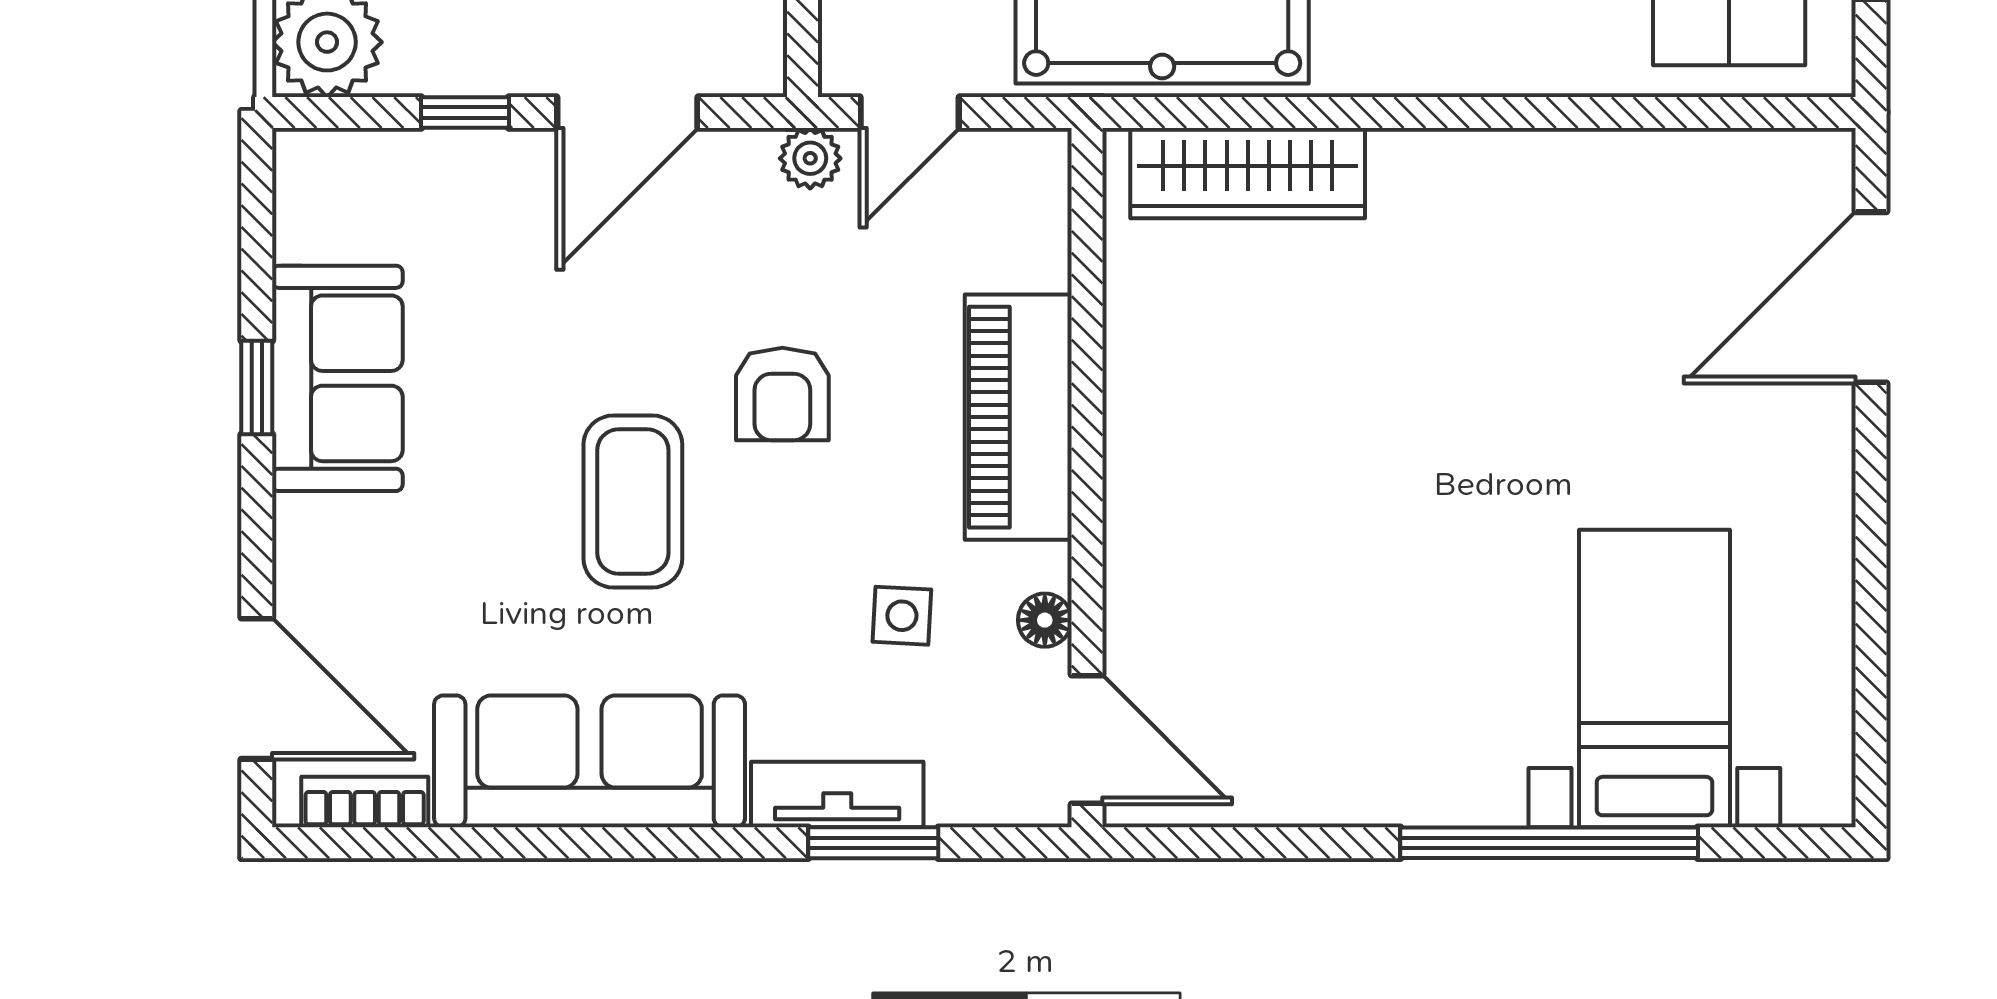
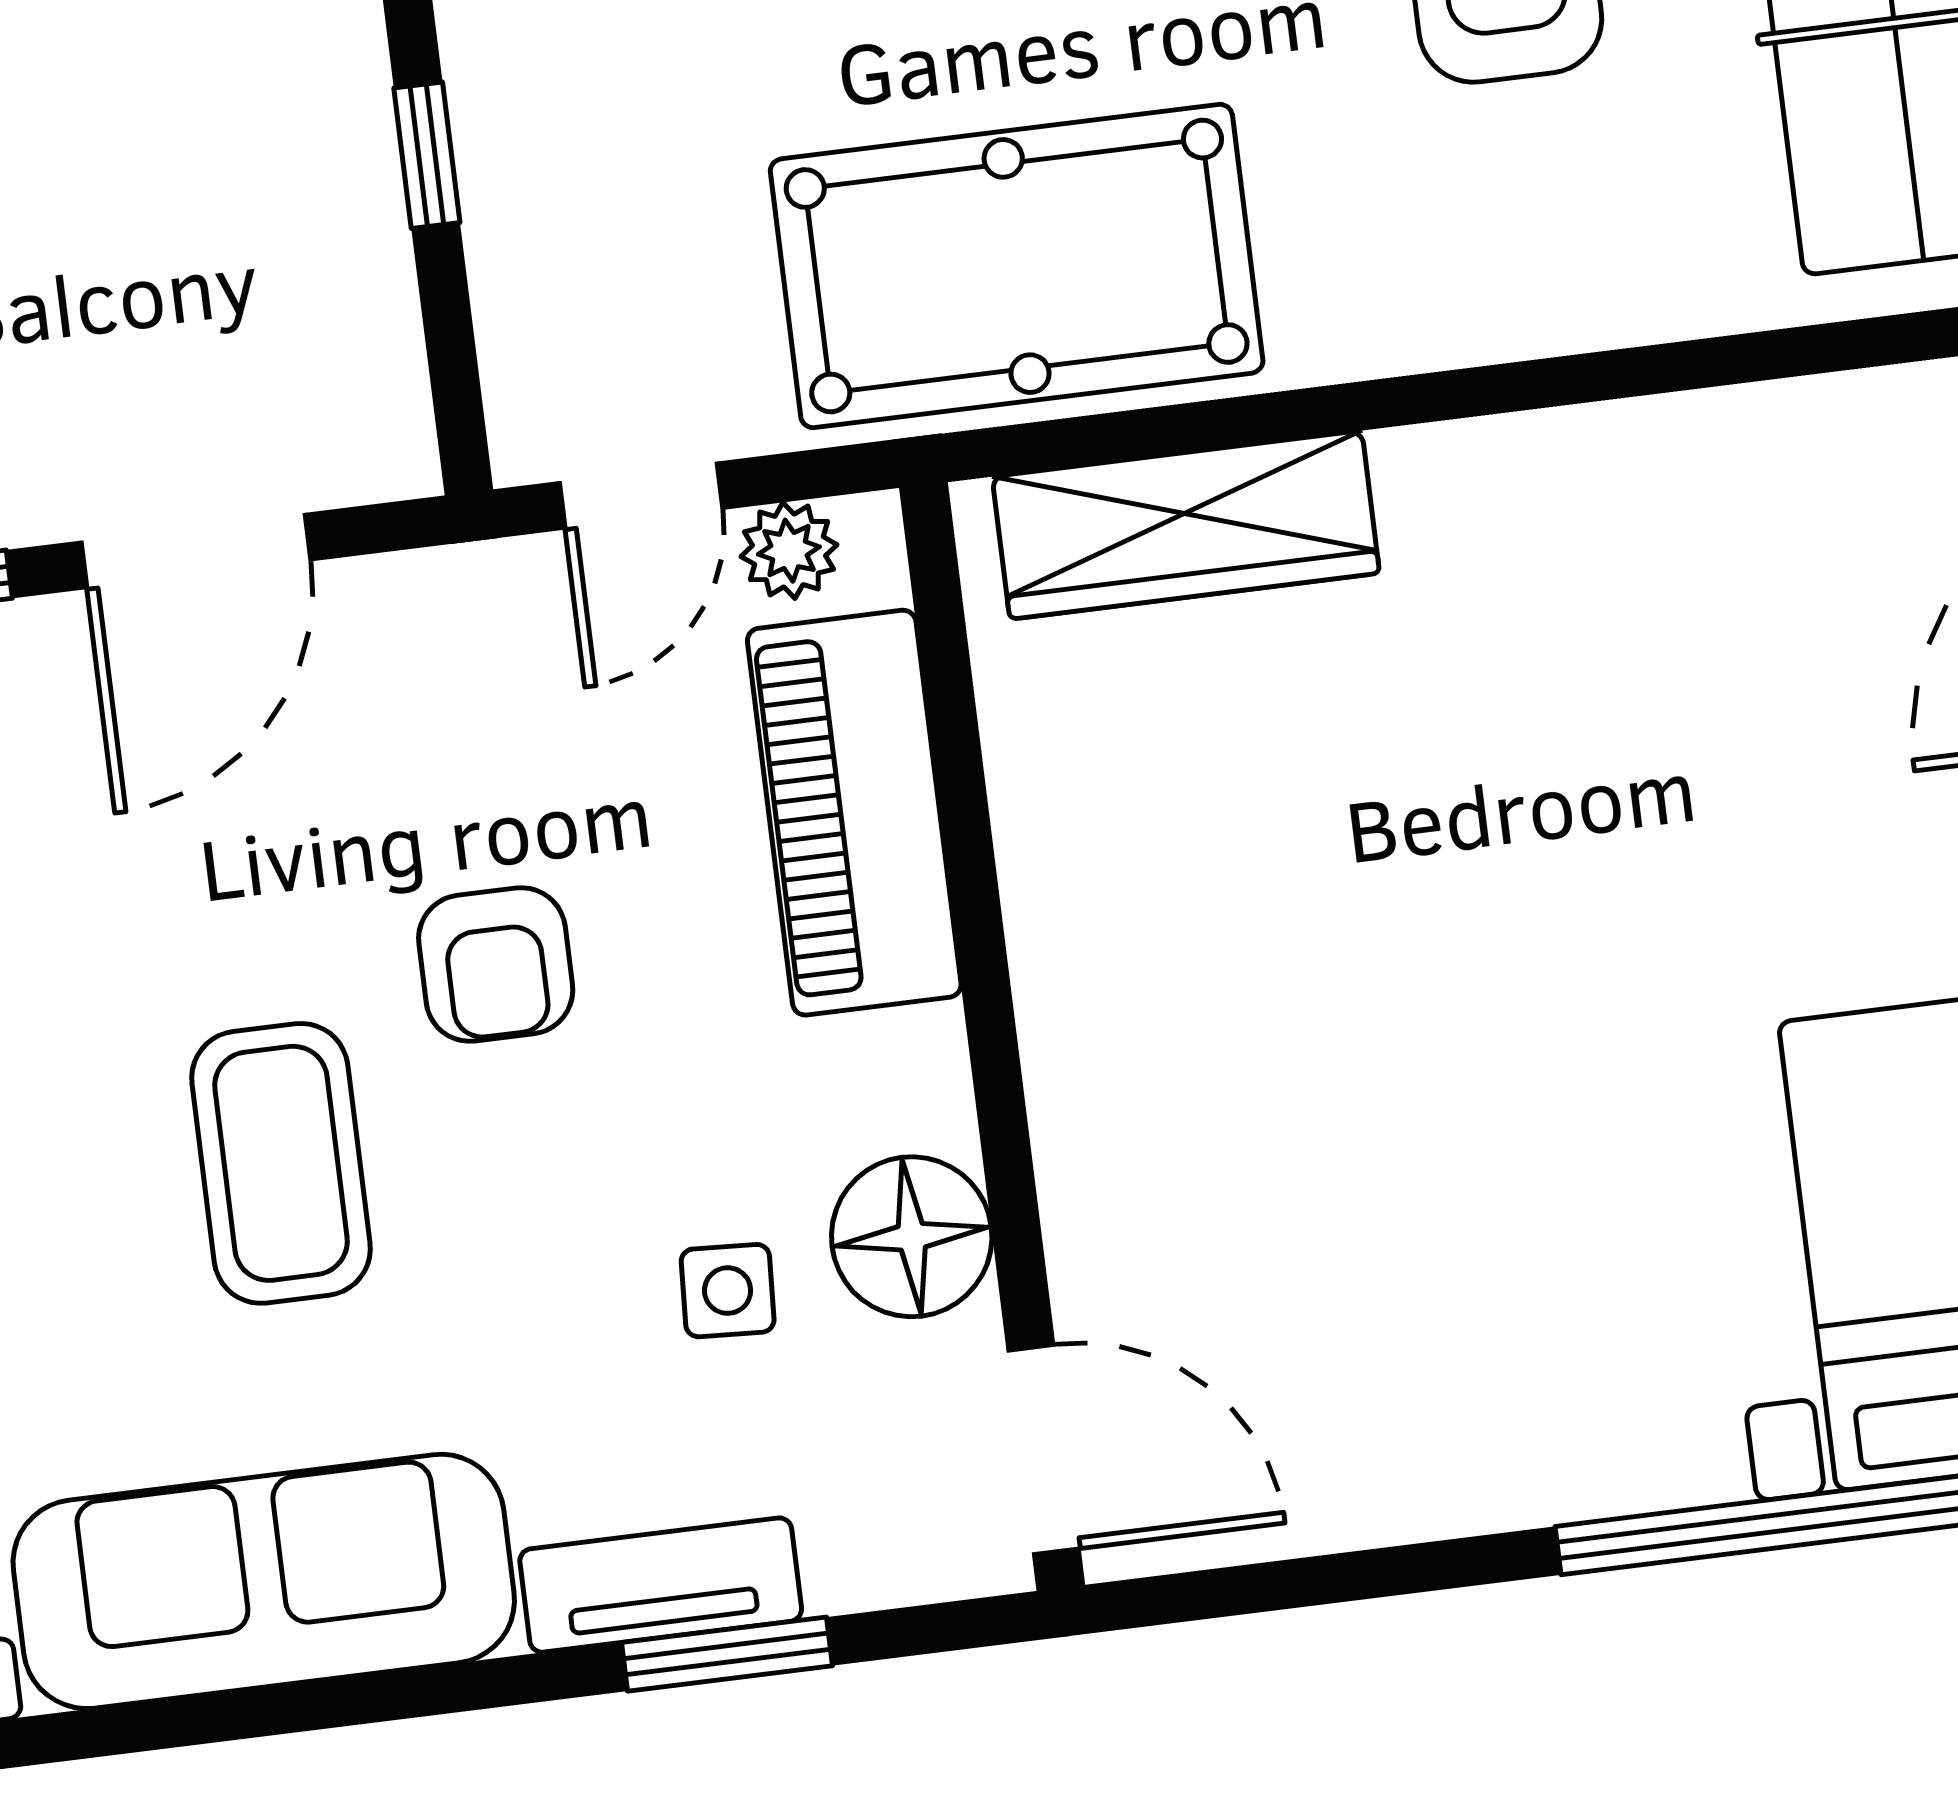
plant: (810, 158) -> (789, 551), moved
piano: (1018, 417) -> (854, 813), moved
floor lamp: (1045, 620) -> (912, 1237), width x1.89, depth x1.89

